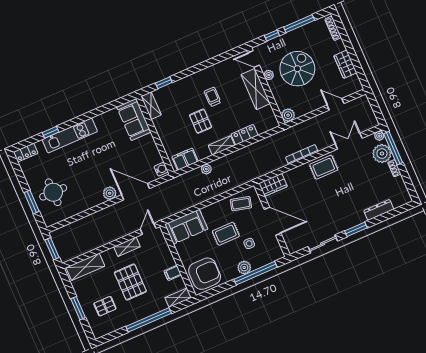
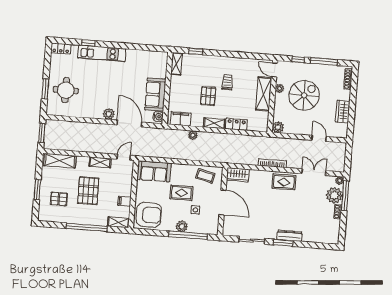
sofa: (134, 119) -> (155, 95), moved
dresser: (379, 210) -> (289, 236), moved

